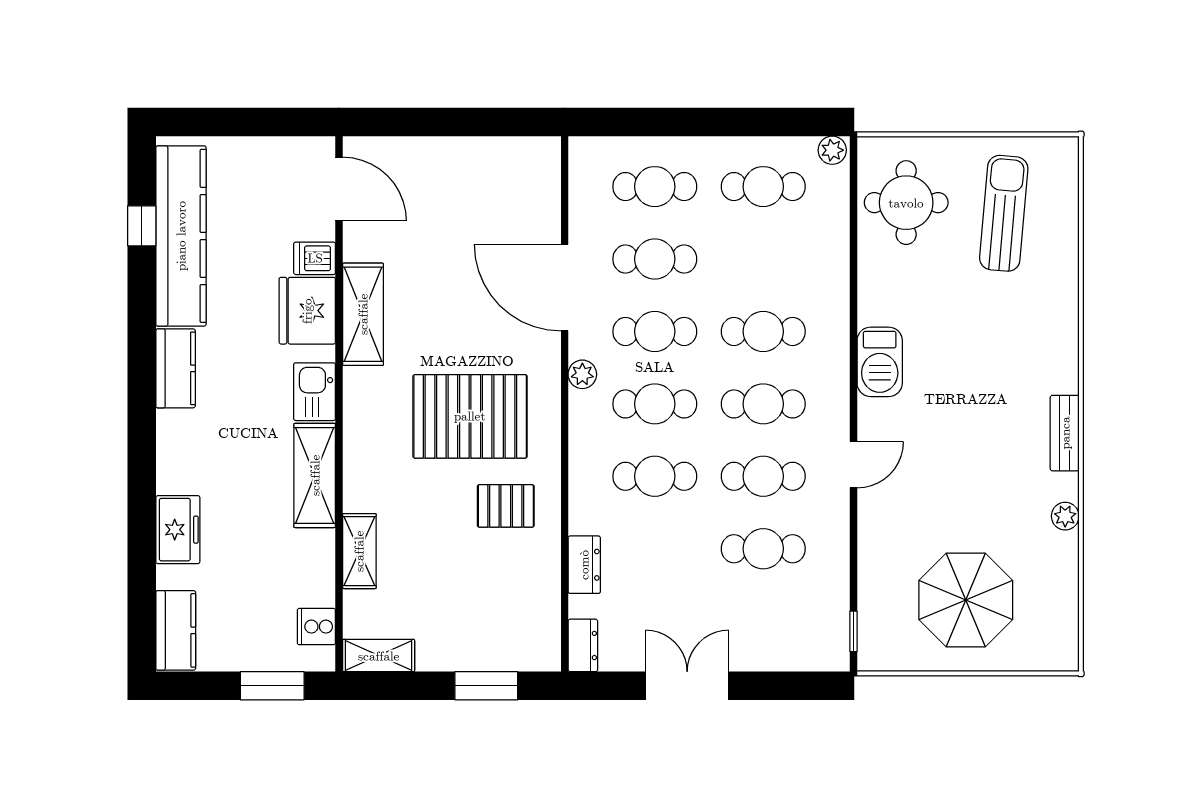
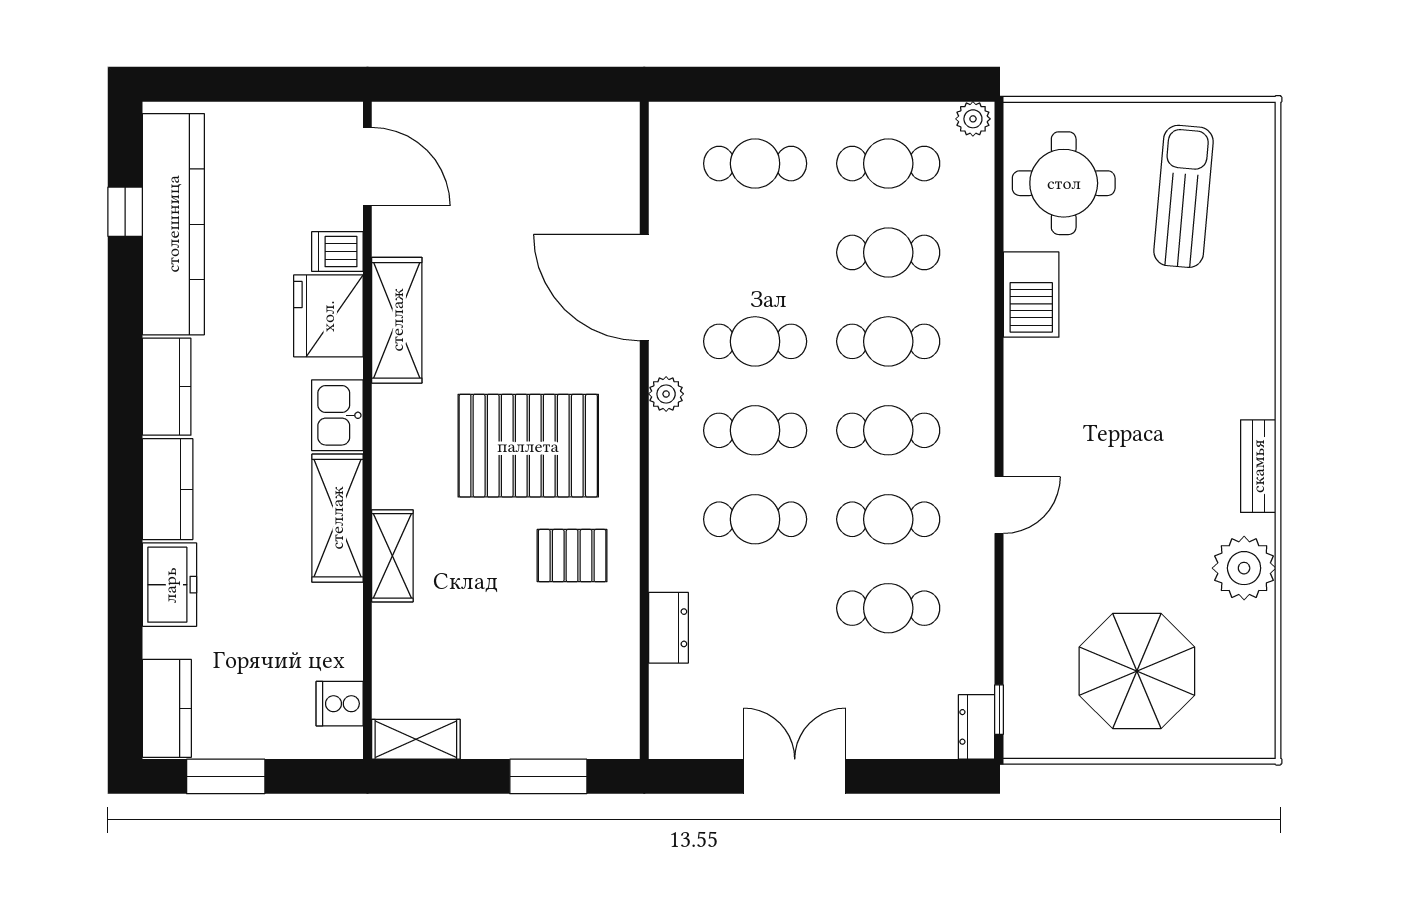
cafe table: (655, 259) -> (888, 252), moved
barbecue: (880, 362) -> (1031, 295), moved
kitchen counter: (176, 452) -> (168, 489), added
plant: (1065, 516) -> (1244, 568), width x1.87, depth x1.87
shelving: (359, 551) -> (392, 556), moved
dresser: (583, 645) -> (977, 727), moved, turned 180
window: (272, 686) -> (226, 776), moved

